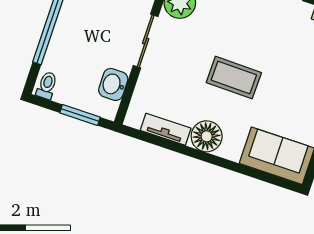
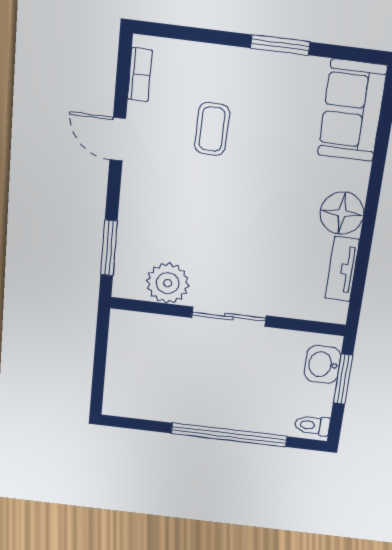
coffee table: (234, 78) -> (212, 129), moved, width x0.73, depth x0.77
washbasin: (113, 84) -> (322, 364), moved, turned 90

